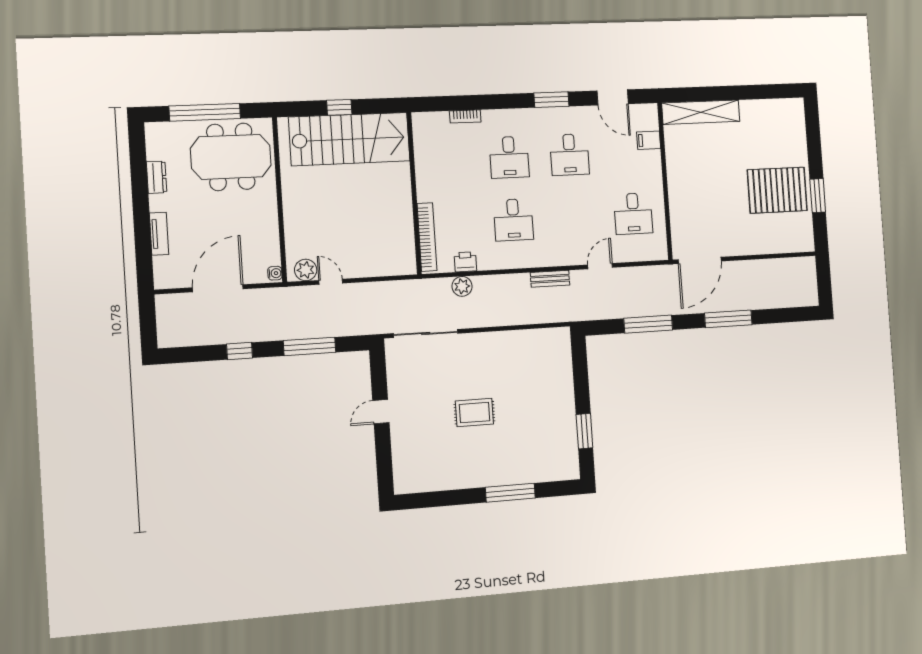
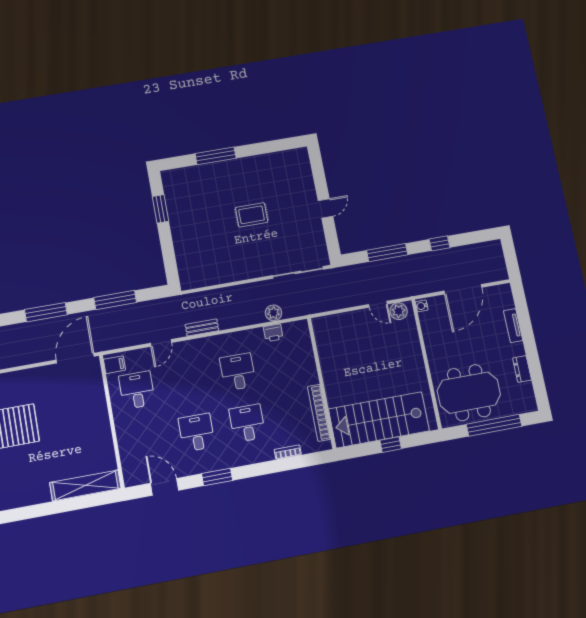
filing cabinet: (649, 140) -> (114, 365), moved
bookcase: (427, 237) -> (319, 413), moved

